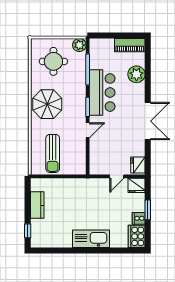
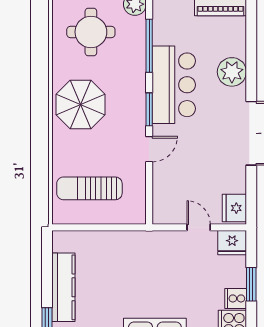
plant: (136, 74) -> (232, 72), moved
sun lounger: (53, 153) -> (89, 188), turned 90
door: (117, 176) -> (199, 227), swing flipped
kitchen counter: (37, 205) -> (63, 287), width x1.50

